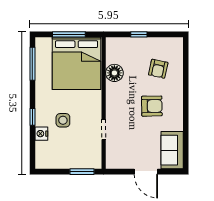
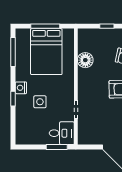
bed: (77, 63) -> (46, 52), width x0.73
nightstand: (41, 134) -> (21, 88), moved
desk: (88, 156) -> (62, 133), added

